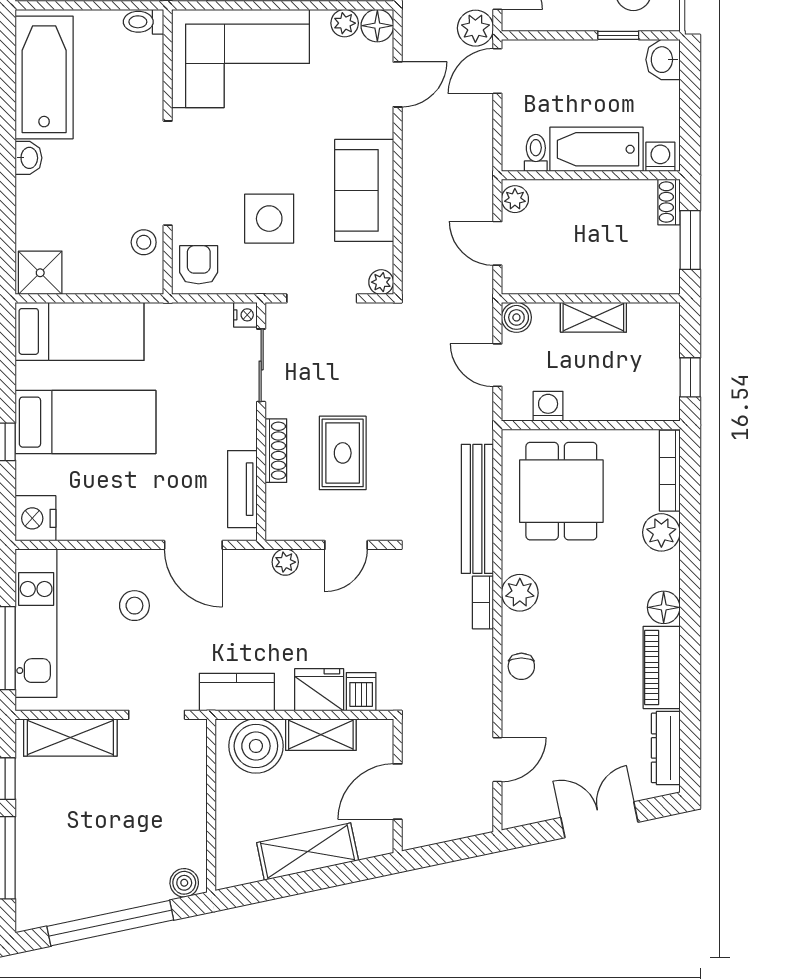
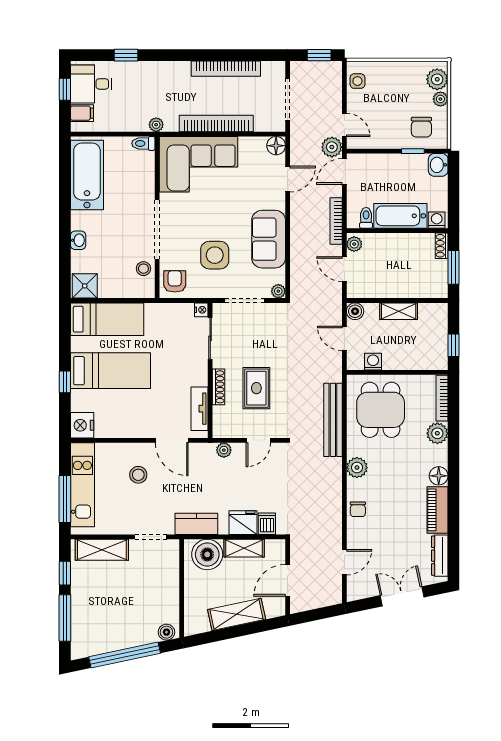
plant: (345, 23) -> (258, 144), removed
washbasin: (28, 158) -> (78, 240), moved
bookcase: (483, 602) -> (336, 221), moved, width x1.56

